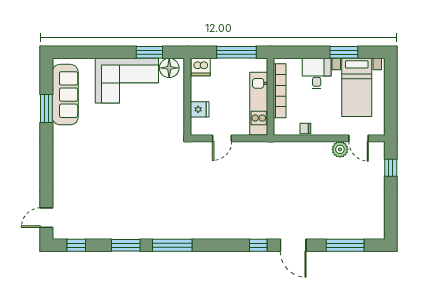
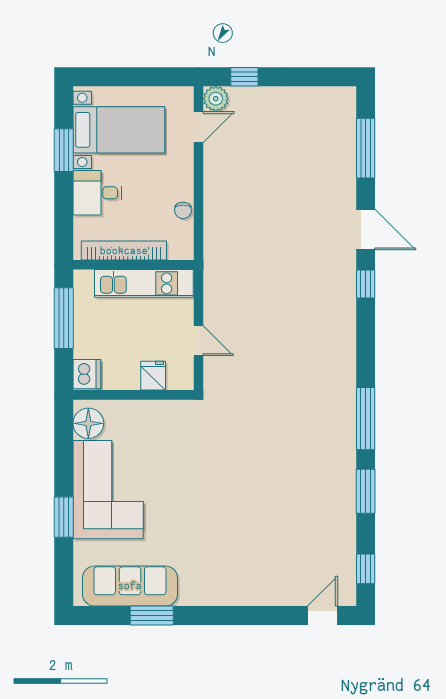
window: (149, 52) -> (64, 517), moved
plant: (340, 149) -> (216, 99), moved
door: (46, 218) -> (322, 615), swing flipped
door: (293, 245) -> (366, 230), hinge flipped

